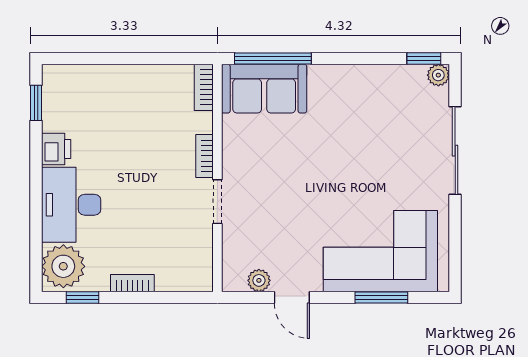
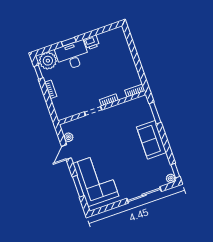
window: (273, 58) -> (155, 113), width x0.69
sofa: (264, 89) -> (151, 140), moved
window: (36, 103) -> (69, 42), moved

